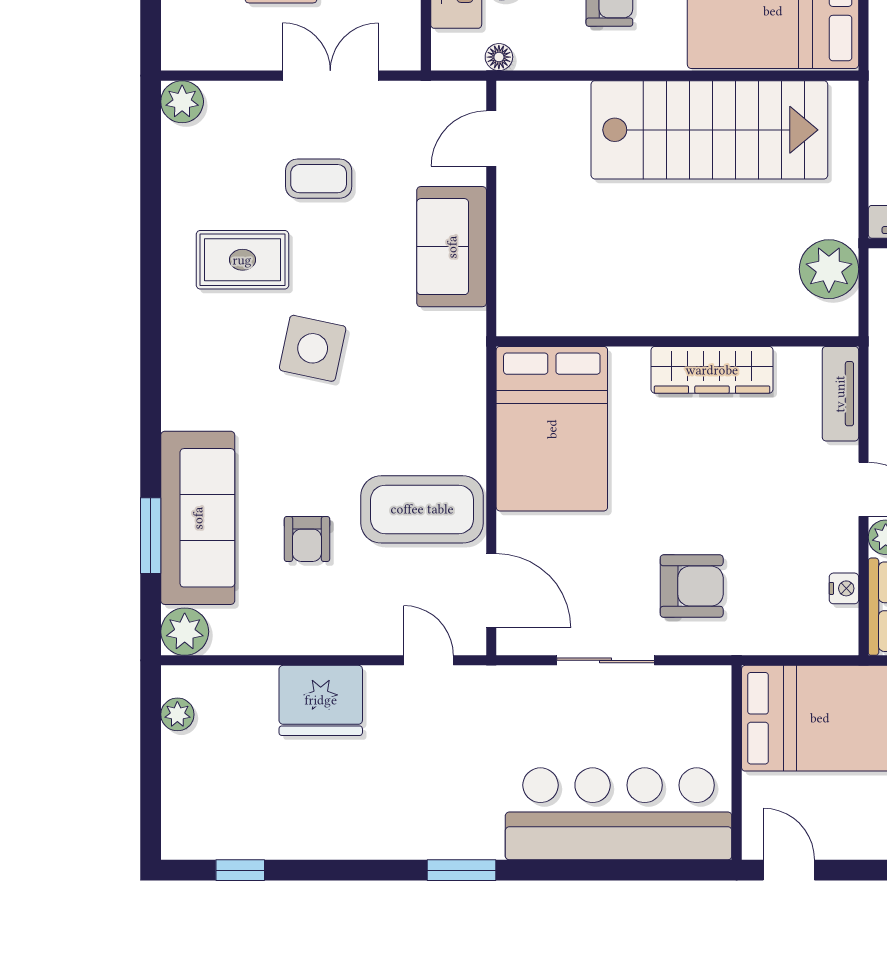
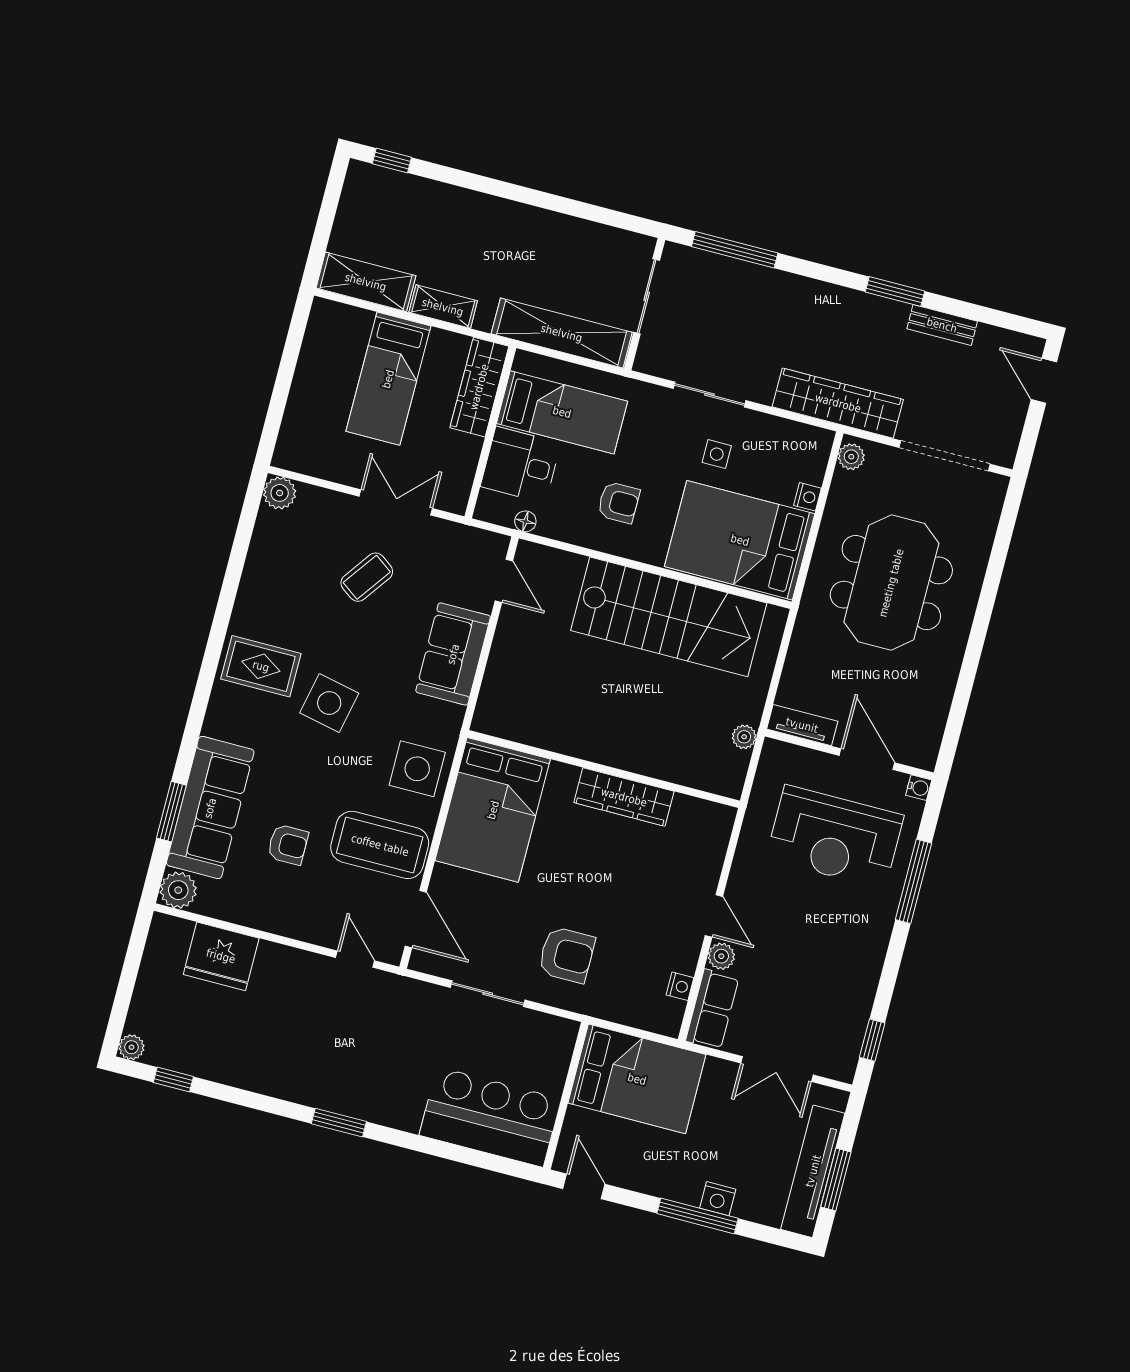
door: (491, 139) -> (504, 581), swing flipped
coffee table: (319, 179) -> (367, 577), turned -54
rug: (242, 260) -> (261, 666), moved
plant: (829, 269) -> (744, 737), width x0.53, depth x0.53
tv unit: (840, 394) -> (715, 840), removed
side table: (444, 402) -> (417, 769), added
armchair: (307, 539) -> (288, 845), turned -90
fridge: (321, 700) -> (221, 956), moved
plant: (177, 714) -> (131, 1047), moved
bar counter: (619, 814) -> (490, 1117), width x0.73

